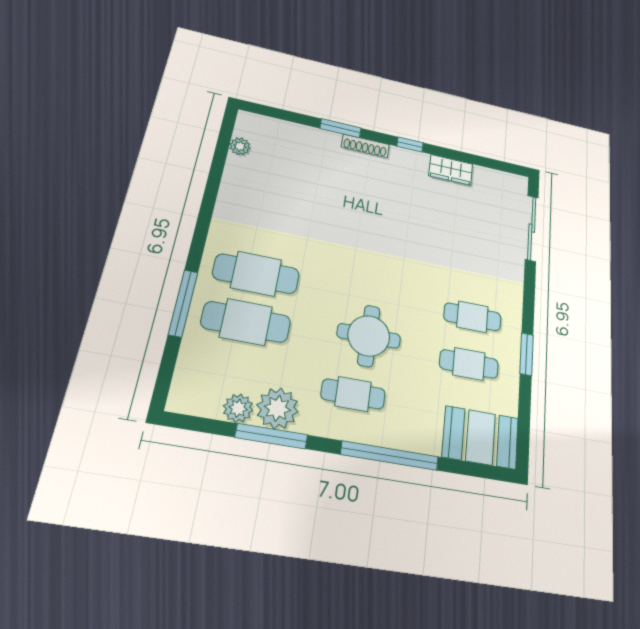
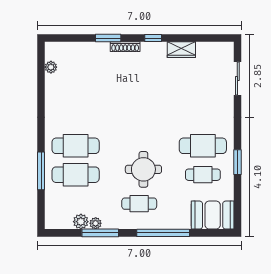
sliding door: (532, 228) -> (237, 79), width x0.73
cafe table: (472, 317) -> (203, 146), width x1.37, depth x1.35
plant: (278, 408) -> (96, 223), width x0.53, depth x0.53

